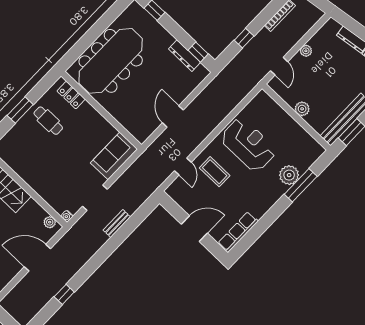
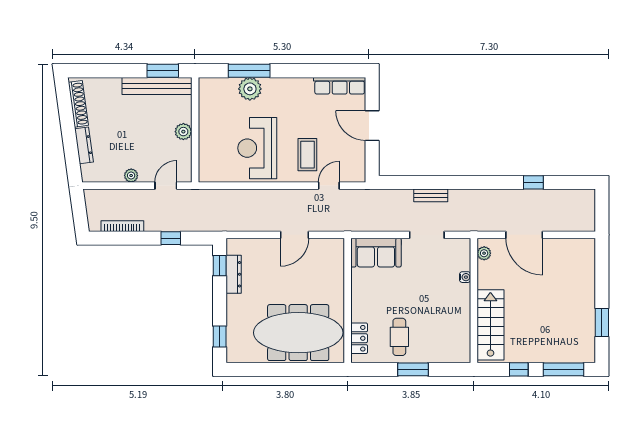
water cooler: (67, 216) -> (465, 277), moved

